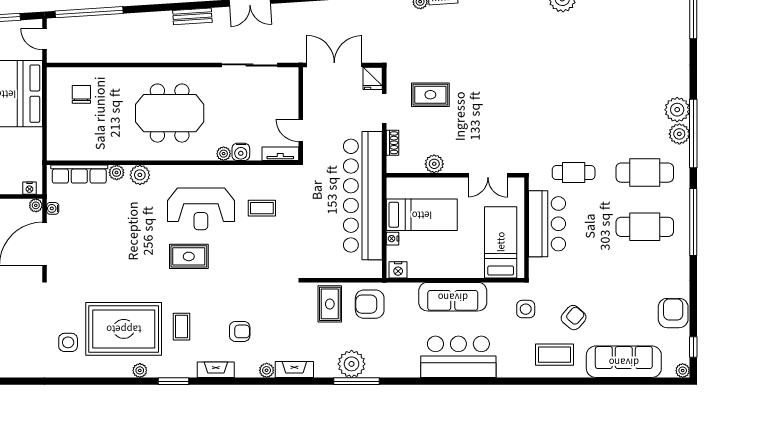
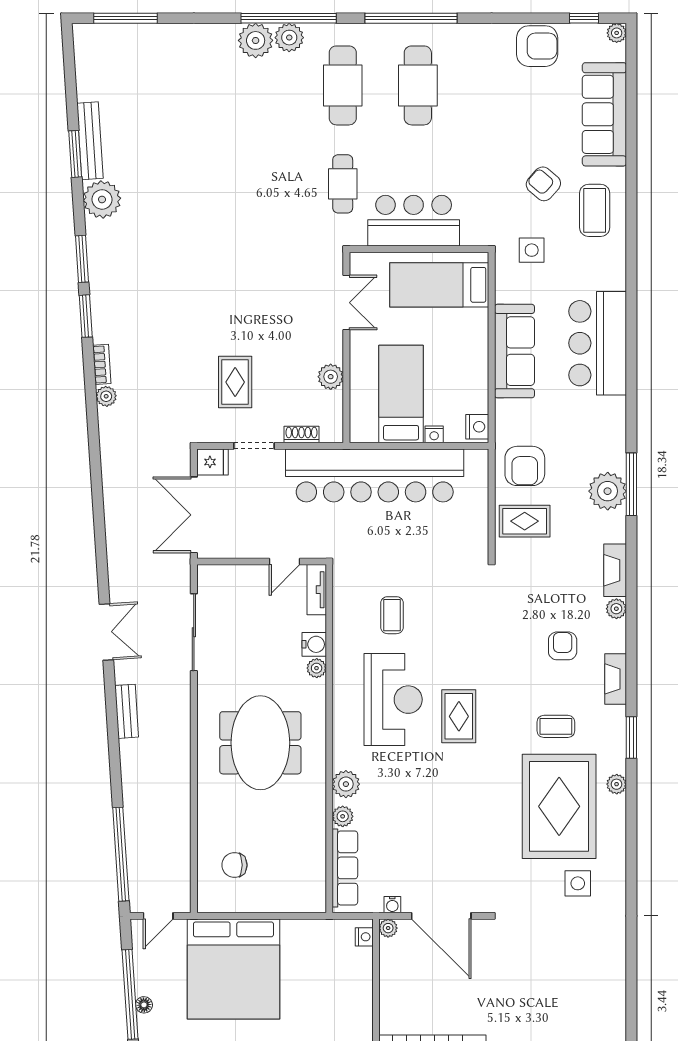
armchair: (673, 313) -> (537, 46), turned 180

